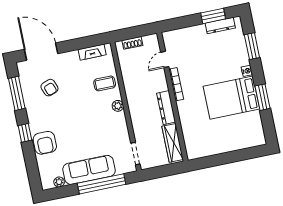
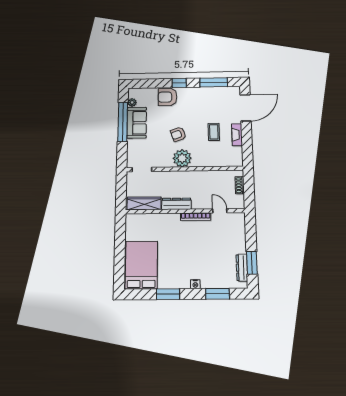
fireplace: (92, 52) -> (237, 135), moved
coffee table: (105, 83) -> (214, 132), moved
armchair: (49, 88) -> (178, 134), moved
bed: (231, 98) -> (141, 265), moved
plant: (118, 106) -> (182, 158), width x1.88, depth x1.88
sofa: (89, 170) -> (137, 123), width x0.73
window: (102, 184) -> (123, 122), moved

